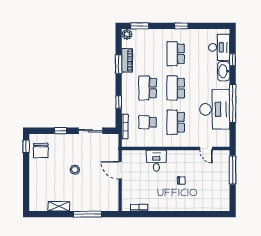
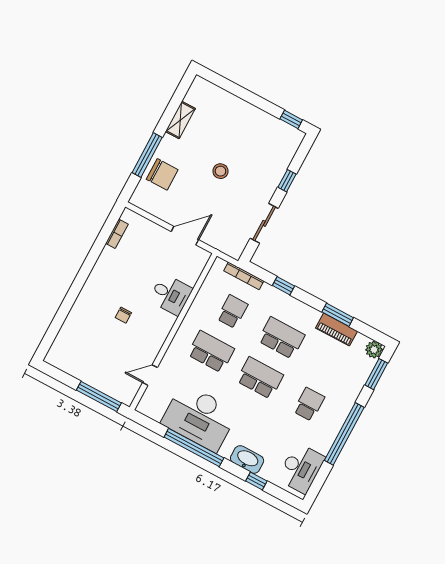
window: (181, 26) -> (344, 434), width x3.17
desk: (219, 47) -> (301, 468), moved, turned -90
school desk: (176, 54) -> (309, 404), width x0.54
chair: (41, 151) -> (162, 174), moved, turned 180

